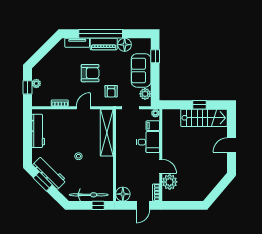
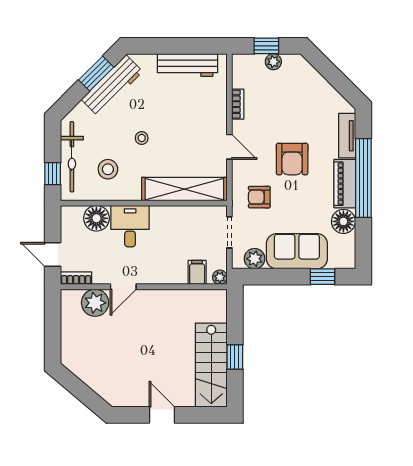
desk: (148, 142) -> (130, 226), moved, turned 180
stool: (96, 175) -> (108, 169), added
floor lamp: (123, 194) -> (96, 218), moved

